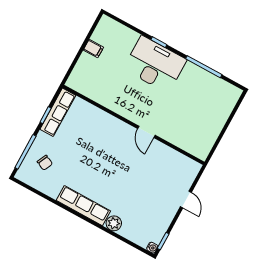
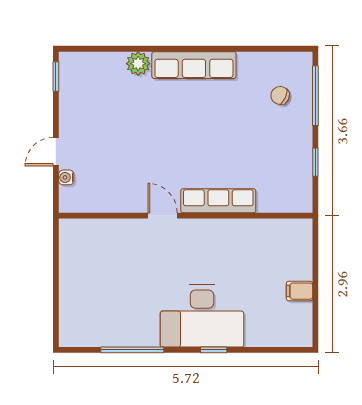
row of seats: (58, 112) -> (218, 201), moved, turned 90
door: (186, 199) -> (56, 152), hinge flipped
water cooler: (152, 248) -> (66, 177), moved

